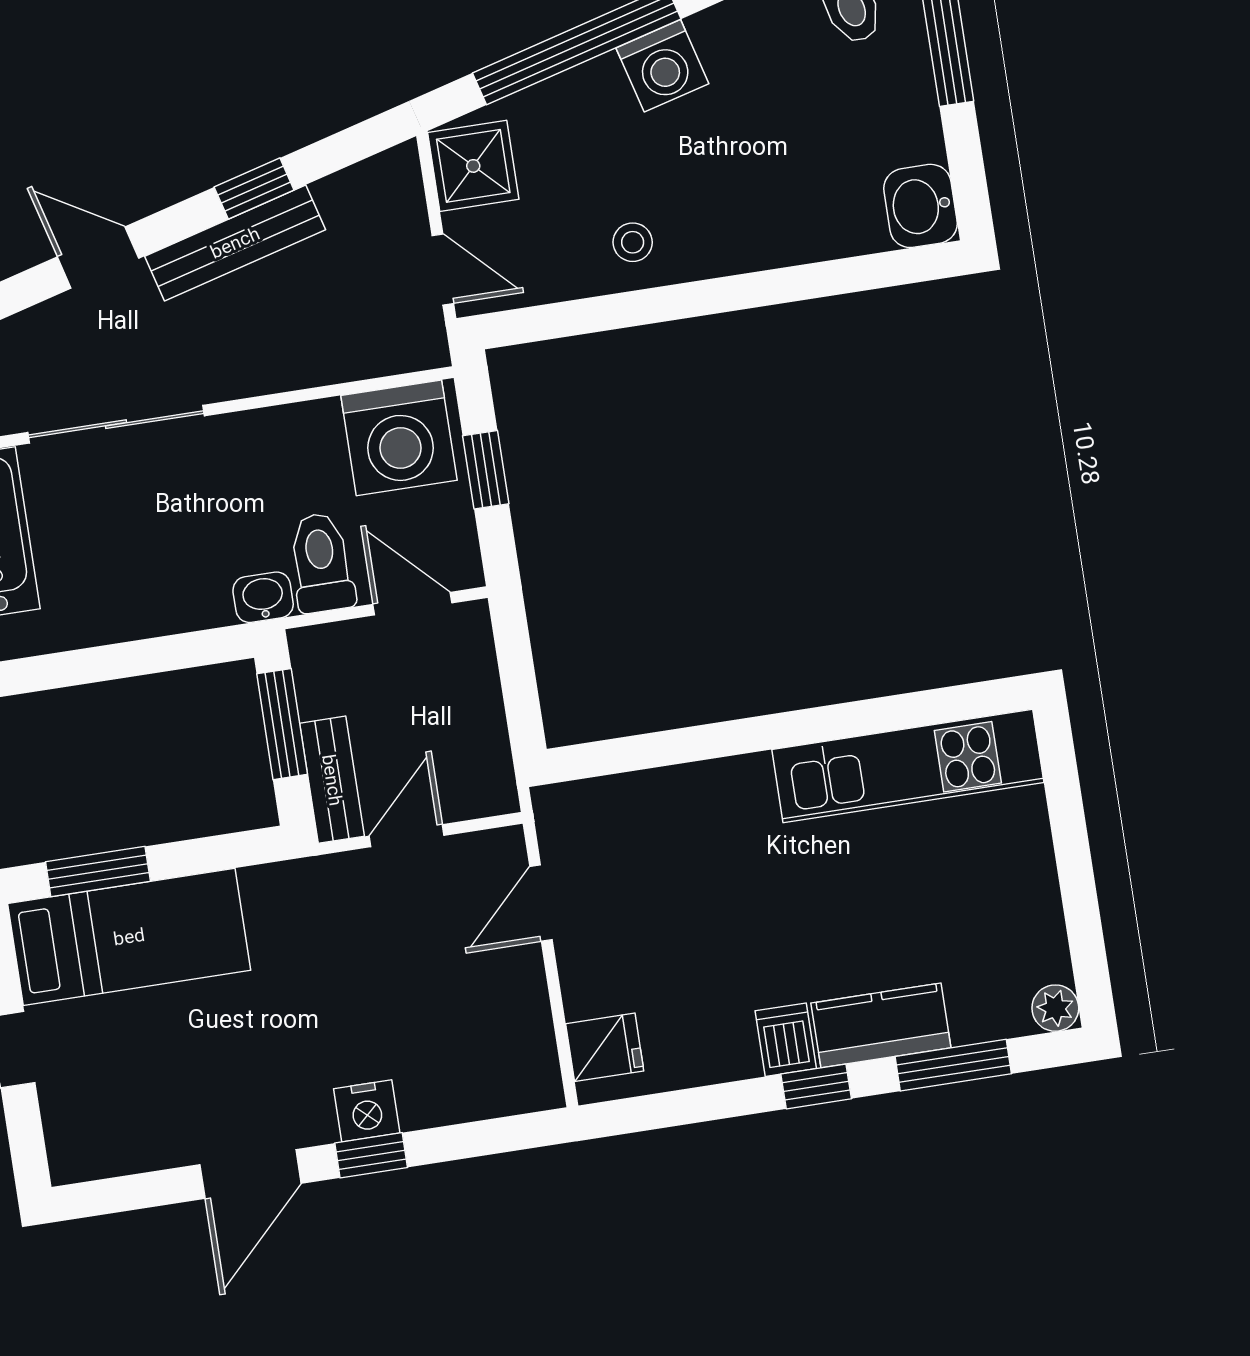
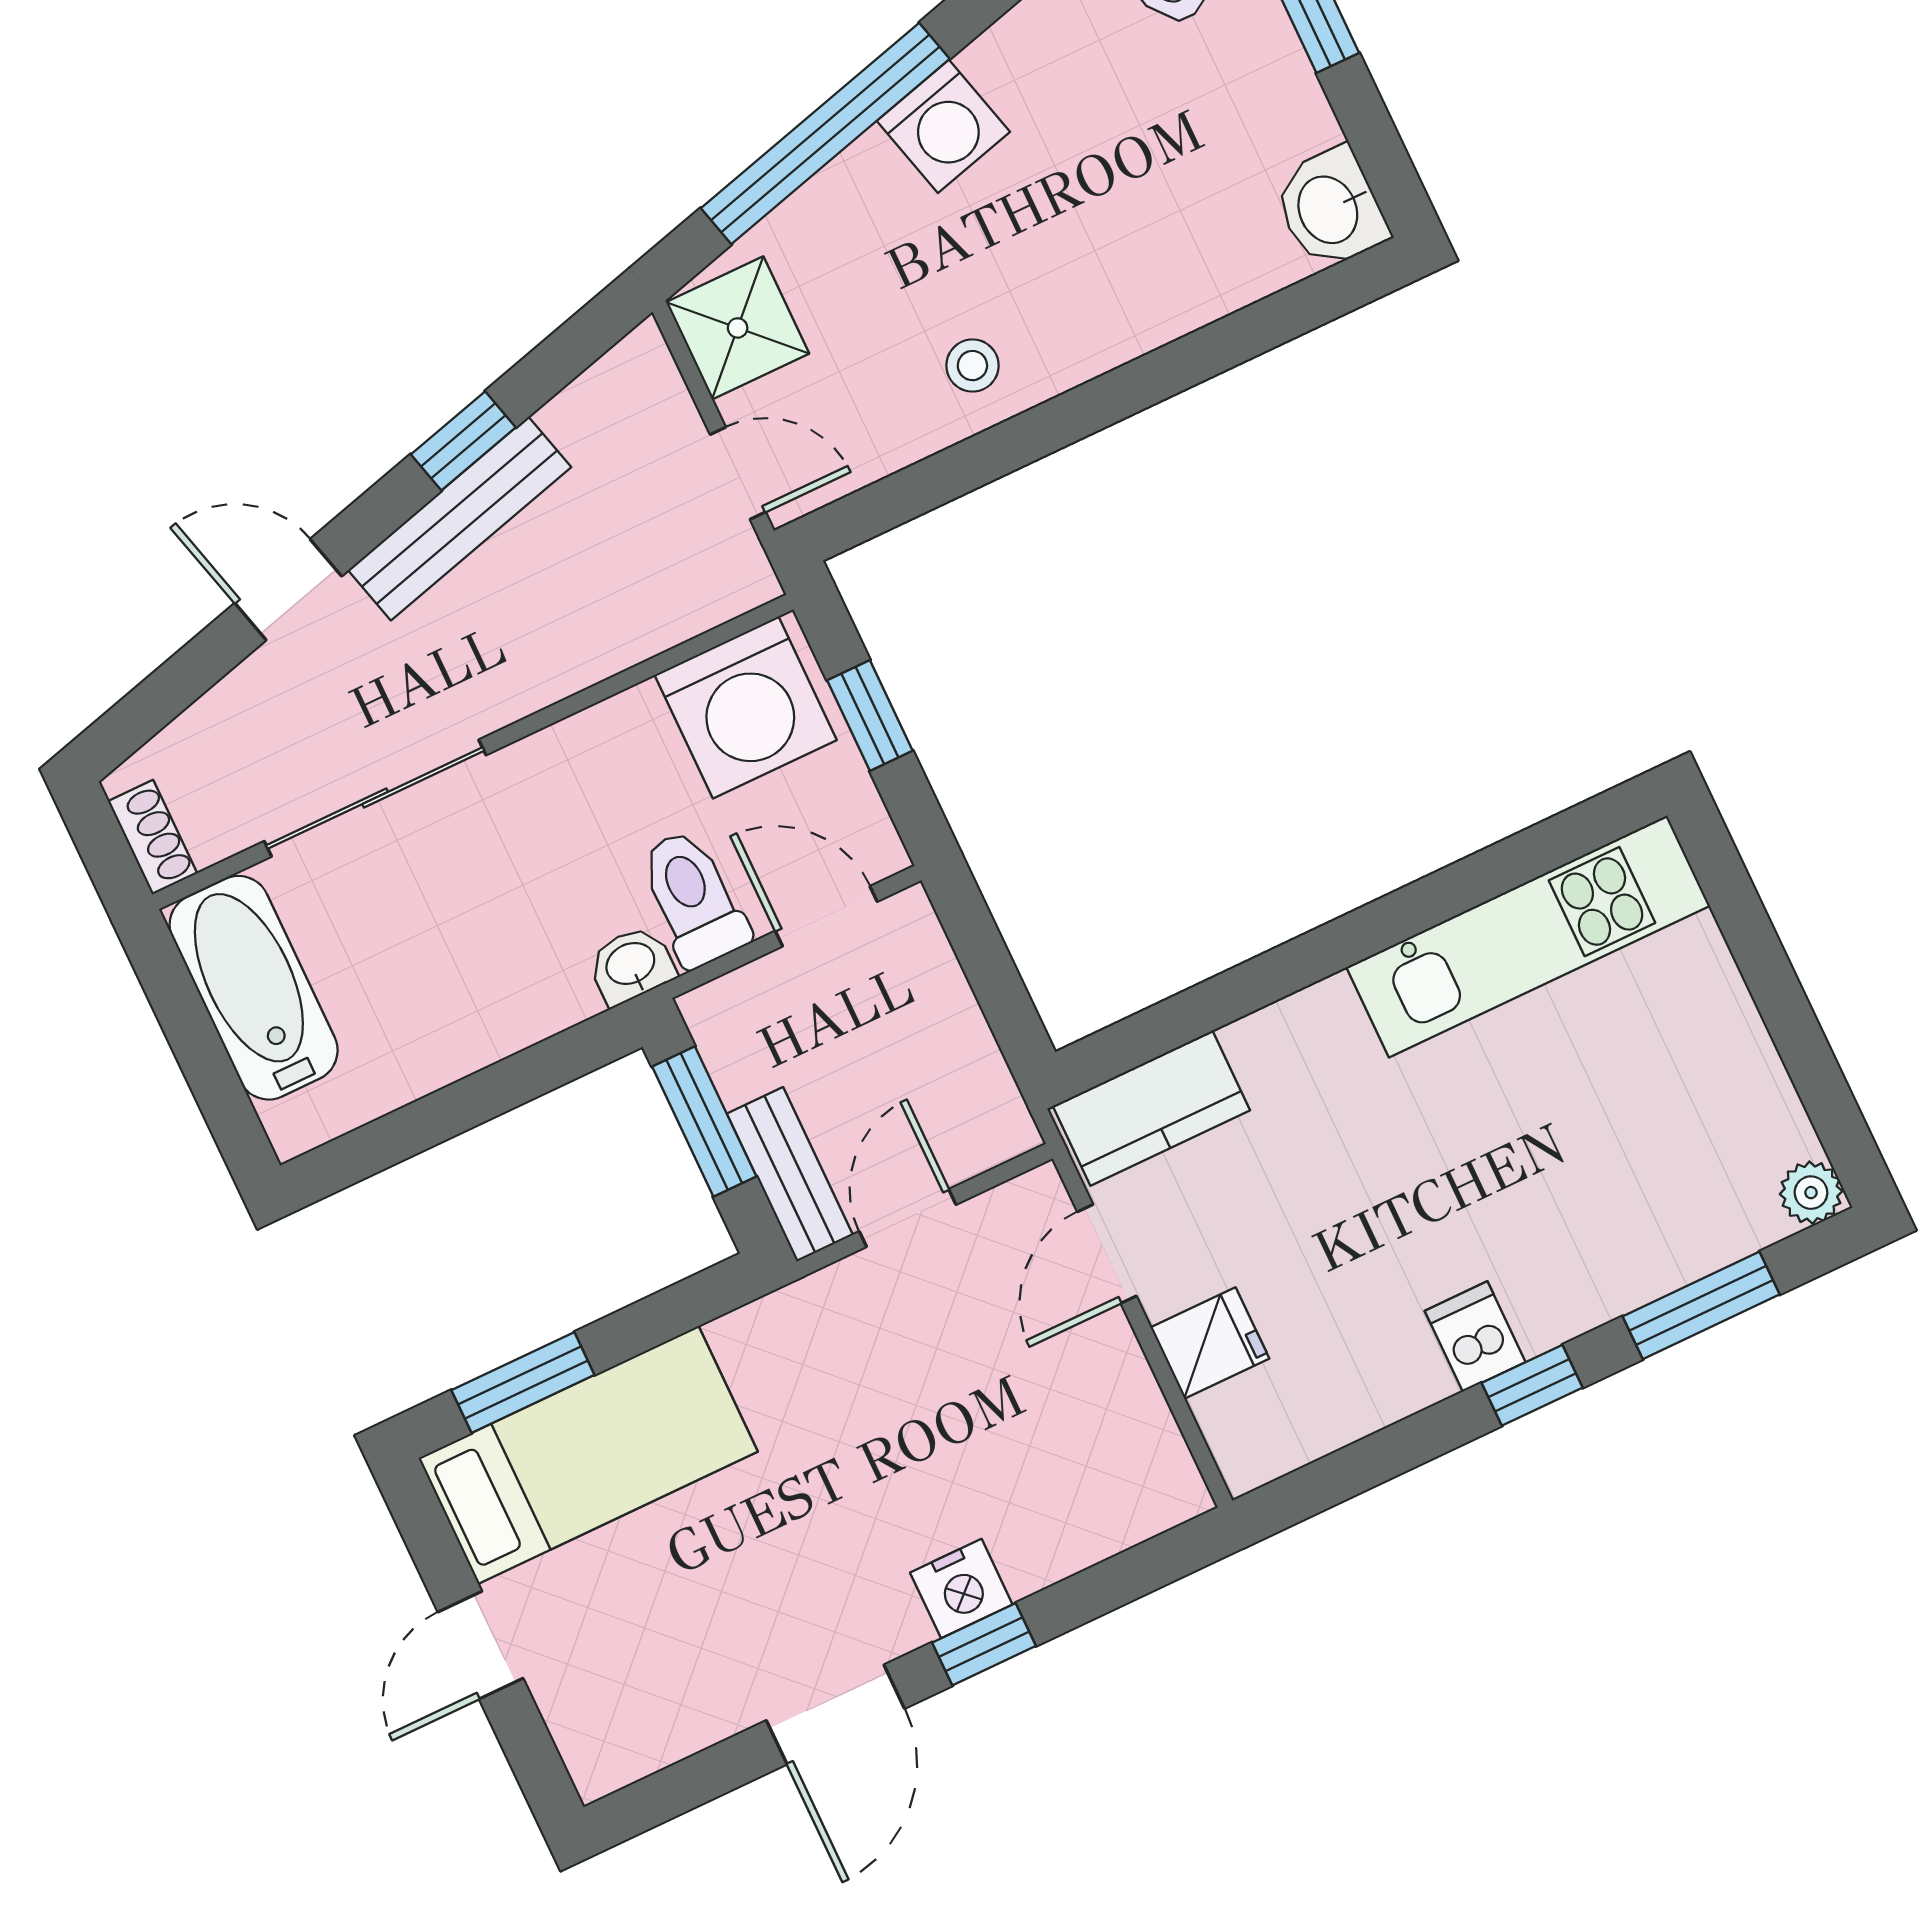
kitchen counter: (881, 1025) -> (1151, 1108), moved, turned 180
fridge: (605, 1047) -> (1210, 1343), moved

